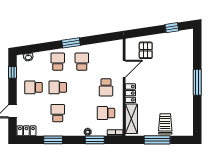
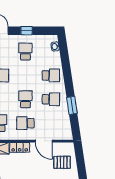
window: (71, 43) -> (72, 105), moved
window: (12, 72) -> (27, 31), moved
school desk: (58, 87) -> (25, 99), moved

